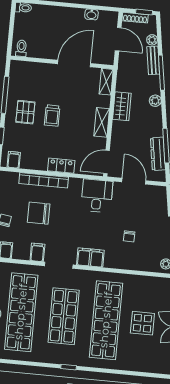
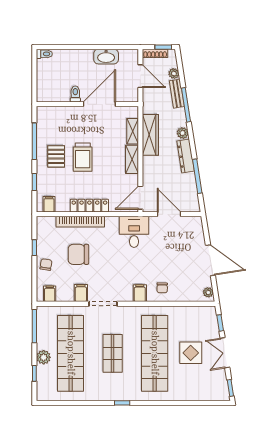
washbasin: (91, 14) -> (106, 57), width x1.91, depth x1.45
toilet: (21, 48) -> (75, 94), moved
shelving: (106, 82) -> (133, 131), moved
wardrobe: (122, 106) -> (150, 135), width x1.50
trolley: (52, 116) -> (83, 157), width x1.36, depth x1.39
dresser: (158, 154) -> (186, 156), moved
locker: (61, 166) -> (89, 206), width x1.53
chair: (129, 236) -> (162, 288), moved
filing cabinet: (90, 258) -> (140, 293), width x0.50
shop shelf: (64, 316) -> (113, 353), width x0.70, depth x0.74

